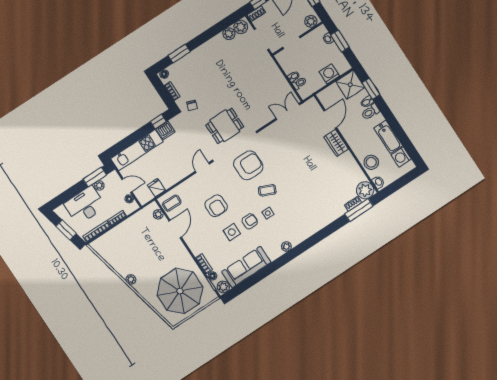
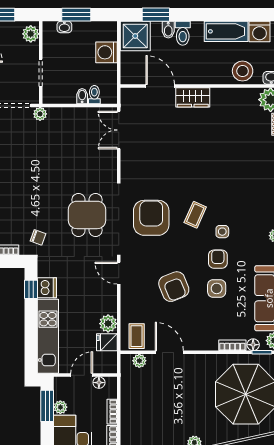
plant: (267, 58) -> (40, 114), added
plant: (168, 181) -> (108, 324), added
armchair: (216, 206) -> (174, 287), turned 68

